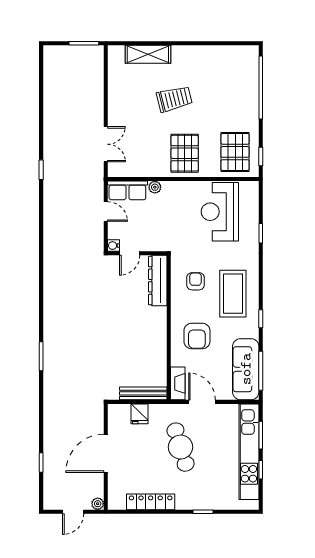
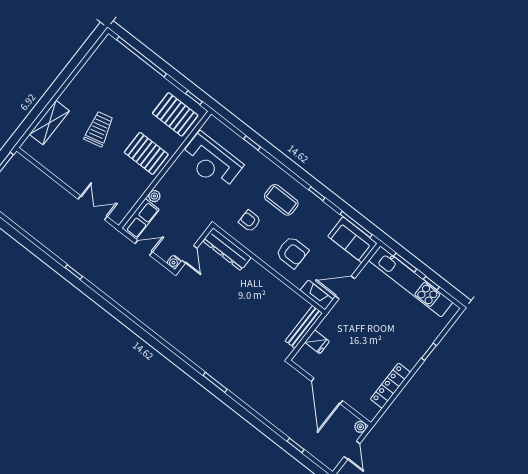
coffee table: (233, 294) -> (281, 200), width x0.73, depth x0.76
sofa: (246, 369) -> (352, 240), width x0.73
cafe table: (181, 447) -> (367, 331), removed

